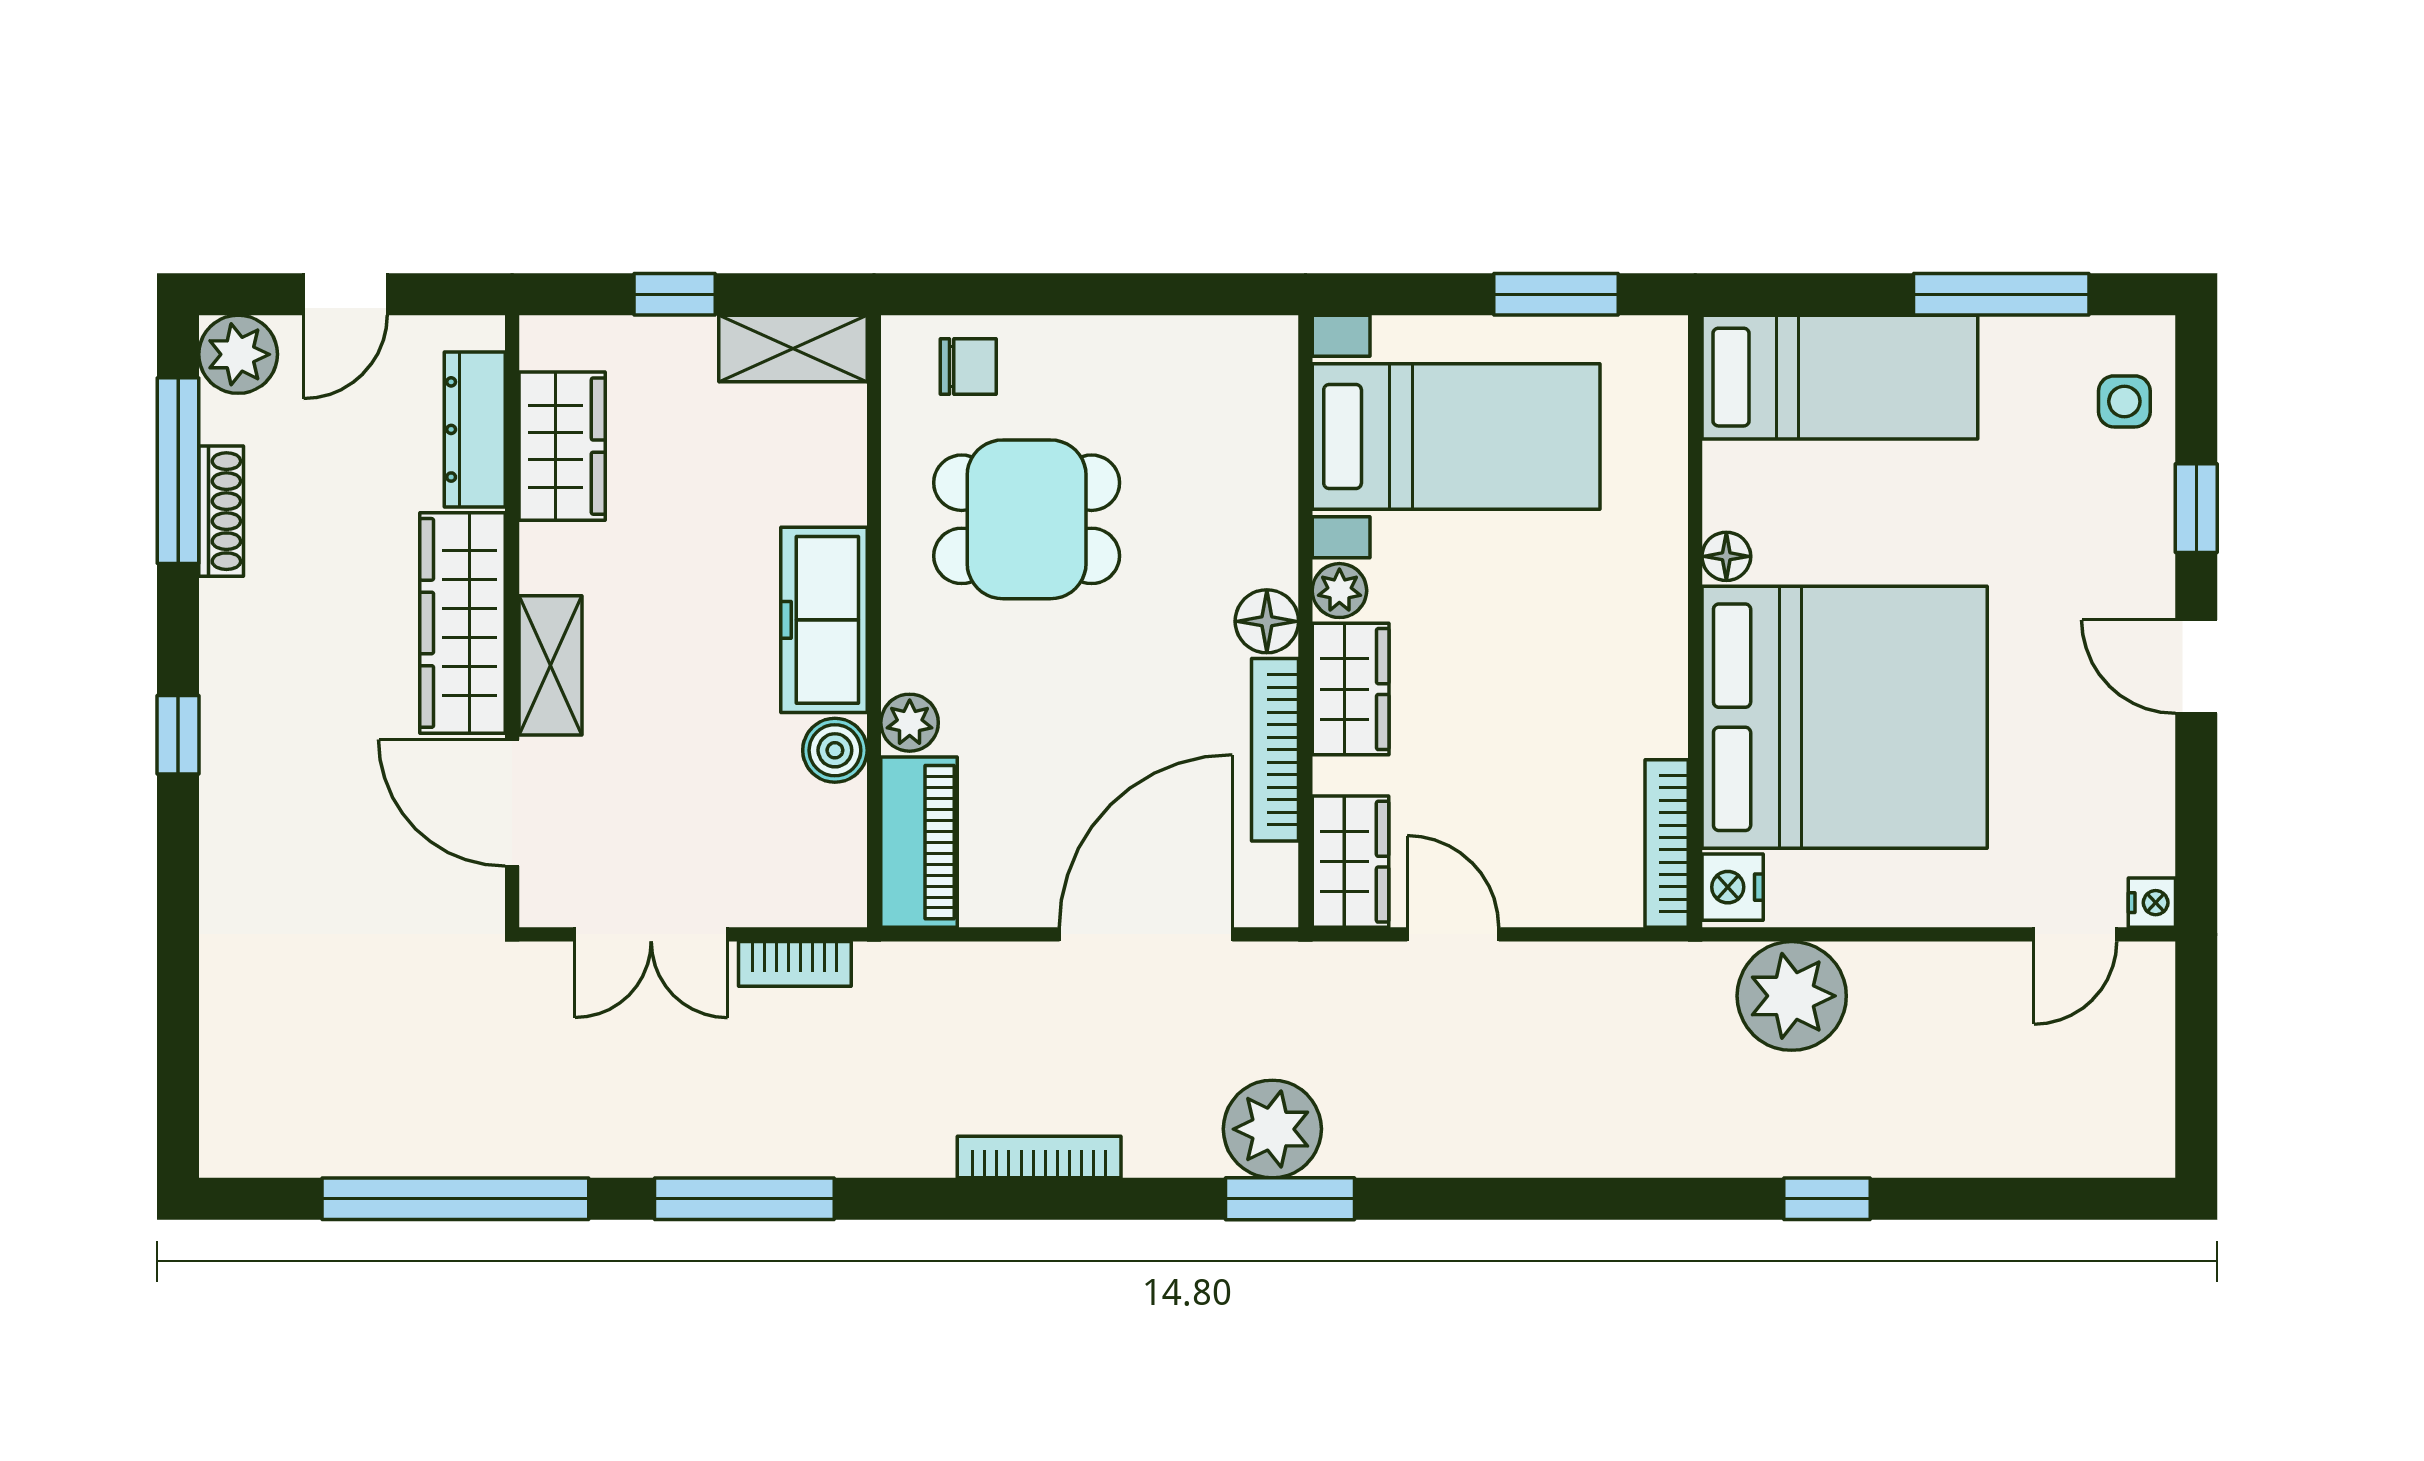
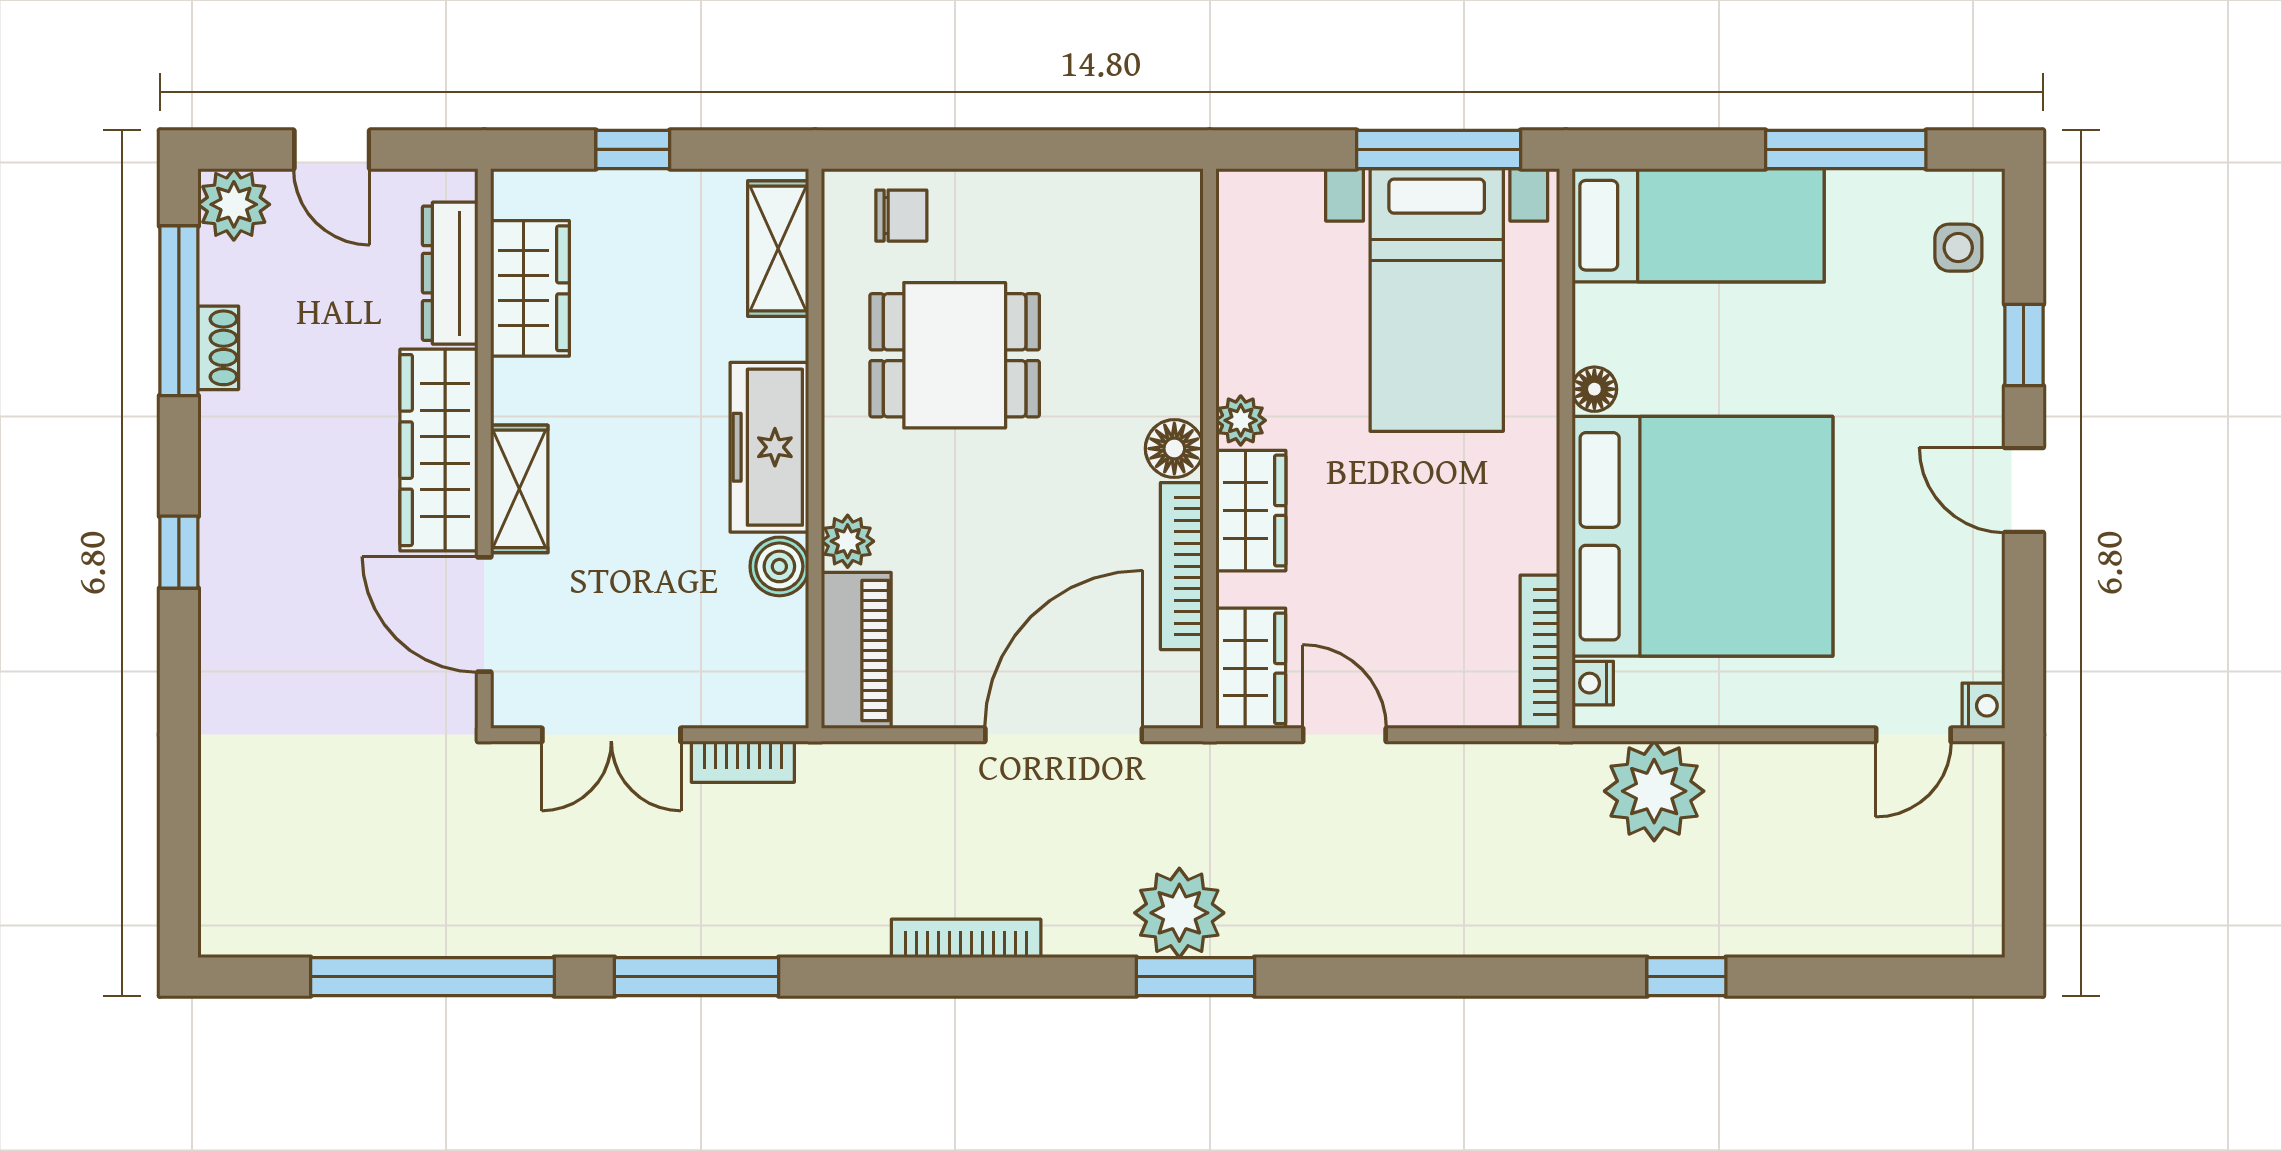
door: (345, 294) -> (332, 149), hinge flipped
window: (1556, 294) -> (1439, 149), width x1.44
shelving: (793, 348) -> (778, 249), moved, turned 90
bed with nightstands: (1456, 436) -> (1437, 300), moved, turned 90
shoe rack: (221, 511) -> (218, 348), width x0.70
nightstand: (1733, 887) -> (1593, 683), width x0.72, depth x0.74

